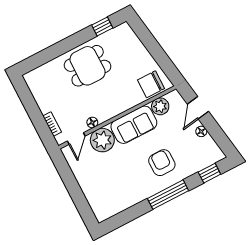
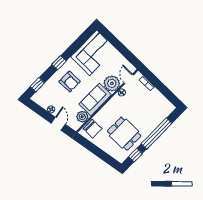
window: (62, 47) -> (157, 134), added
dining table: (88, 66) -> (124, 134), moved, turned 90
chair: (151, 84) -> (93, 129), turned 90
corner sofa: (115, 193) -> (93, 53), added
window: (168, 195) -> (59, 63), width x0.46

